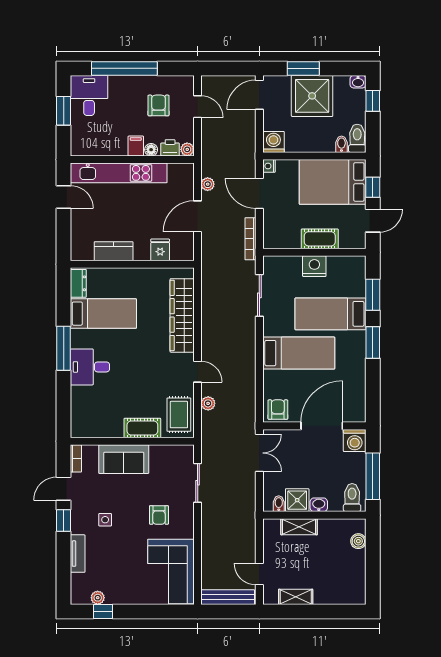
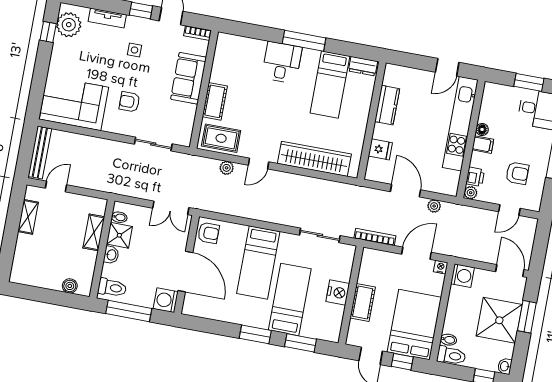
floor lamp: (151, 150) -> (482, 129), moved
plant: (98, 598) -> (69, 25), width x1.87, depth x1.87

